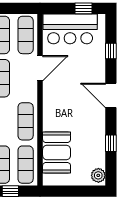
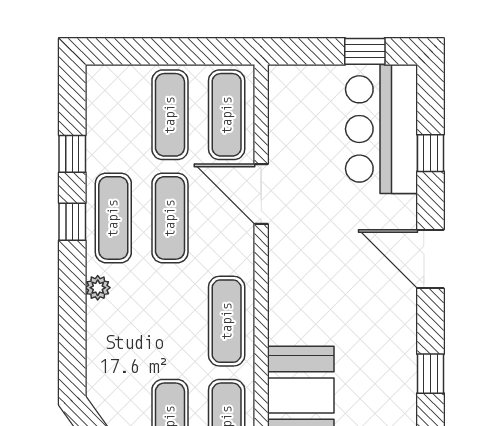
bar counter: (70, 29) -> (382, 129), moved, turned 90
door: (40, 68) -> (261, 194), swing flipped

